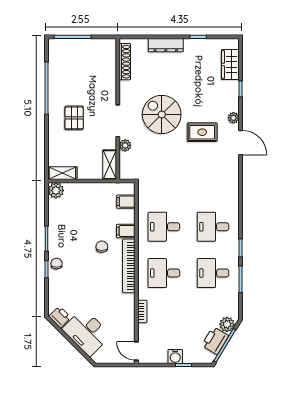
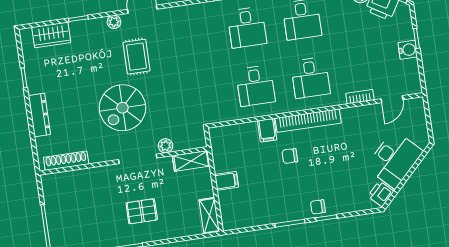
plant: (56, 190) -> (231, 220), removed
filing cabinet: (126, 202) -> (227, 181), moved, turned -90
door: (136, 351) -> (392, 99), moved

